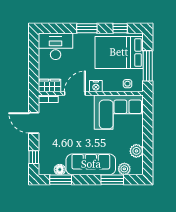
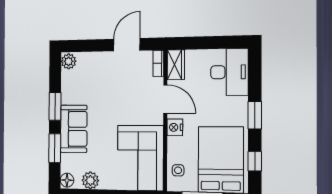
window: (34, 157) -> (83, 46), removed
sofa: (91, 164) -> (74, 129), width x0.73
plant: (124, 169) -> (69, 61), moved
floor lamp: (60, 170) -> (67, 180), moved
window: (61, 180) -> (55, 106), moved

